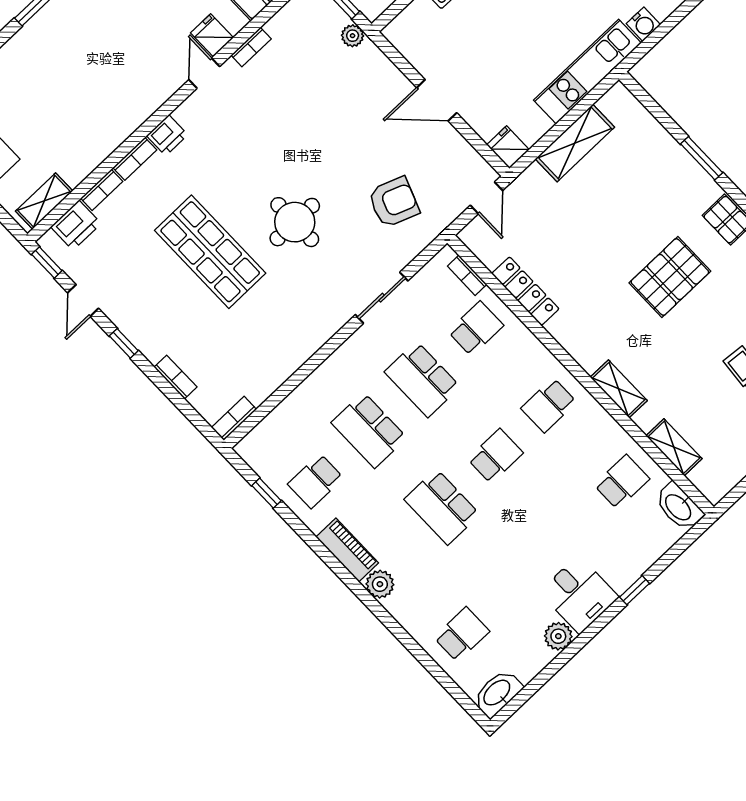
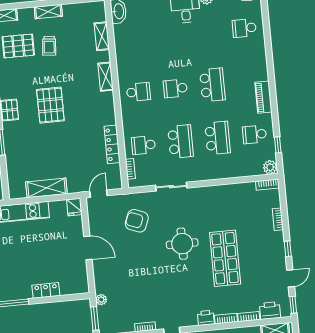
pallet: (670, 277) -> (50, 105), turned 90
school desk: (316, 481) -> (254, 134), turned 180
school desk: (622, 482) -> (133, 39), removed
plant: (380, 584) -> (270, 167), moved

